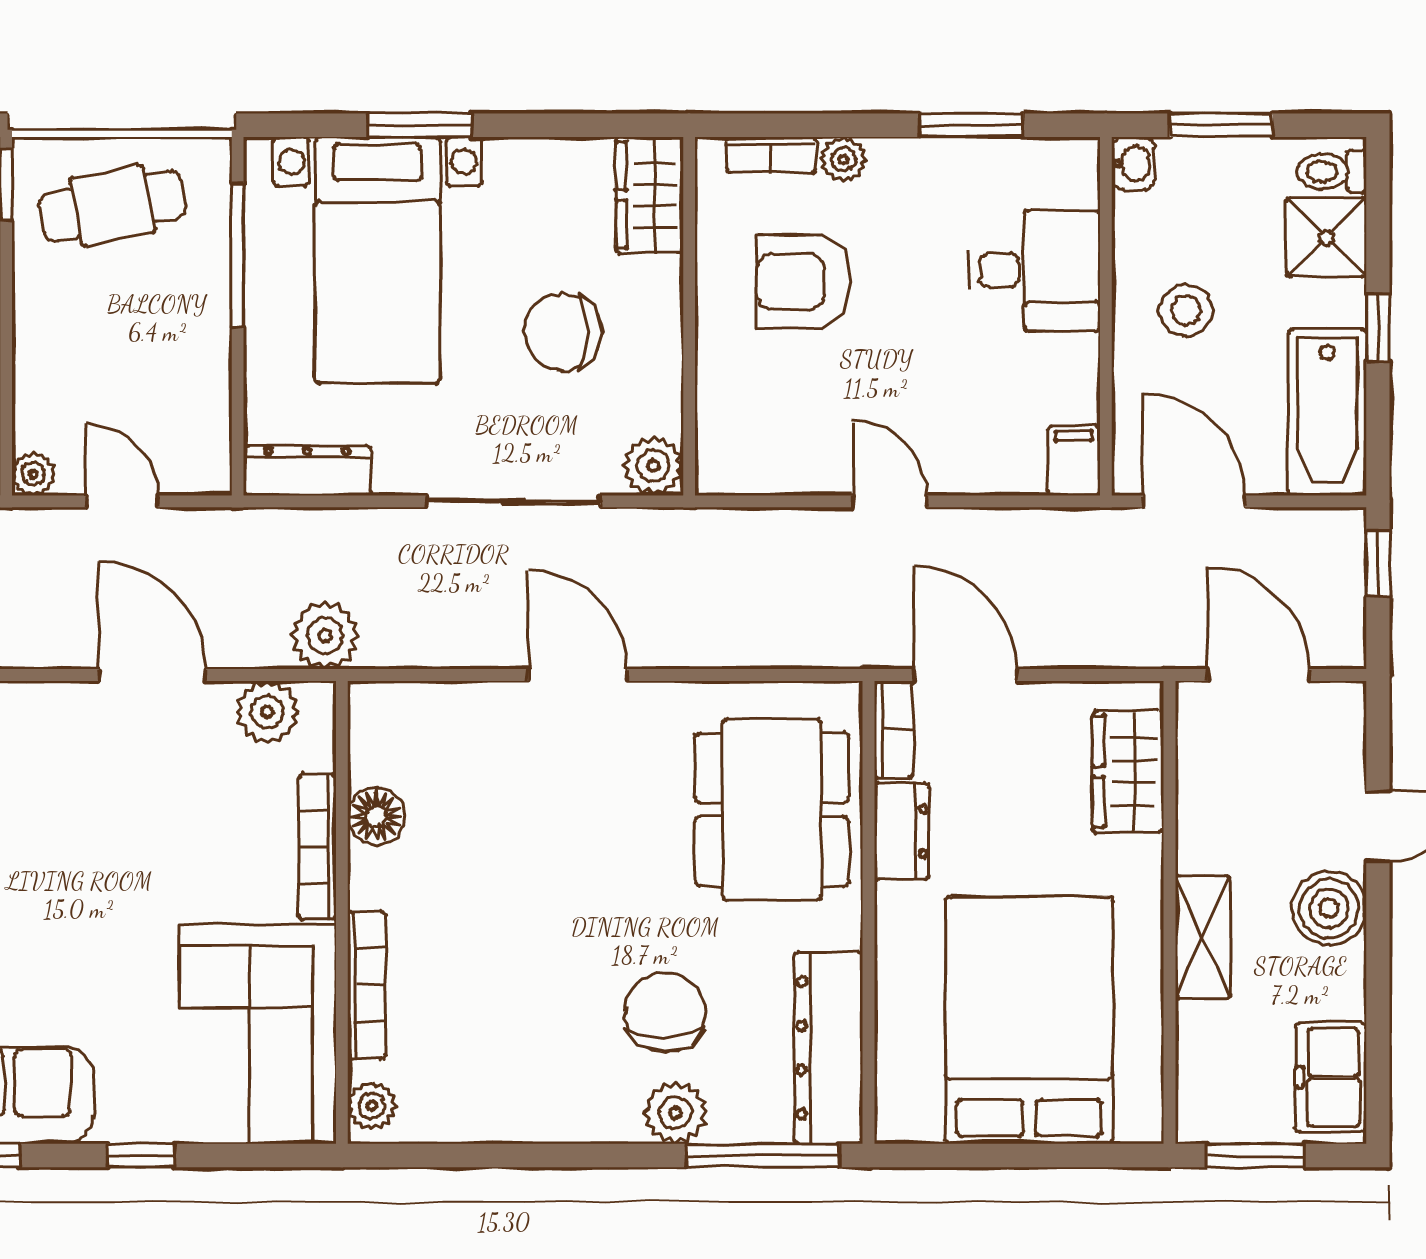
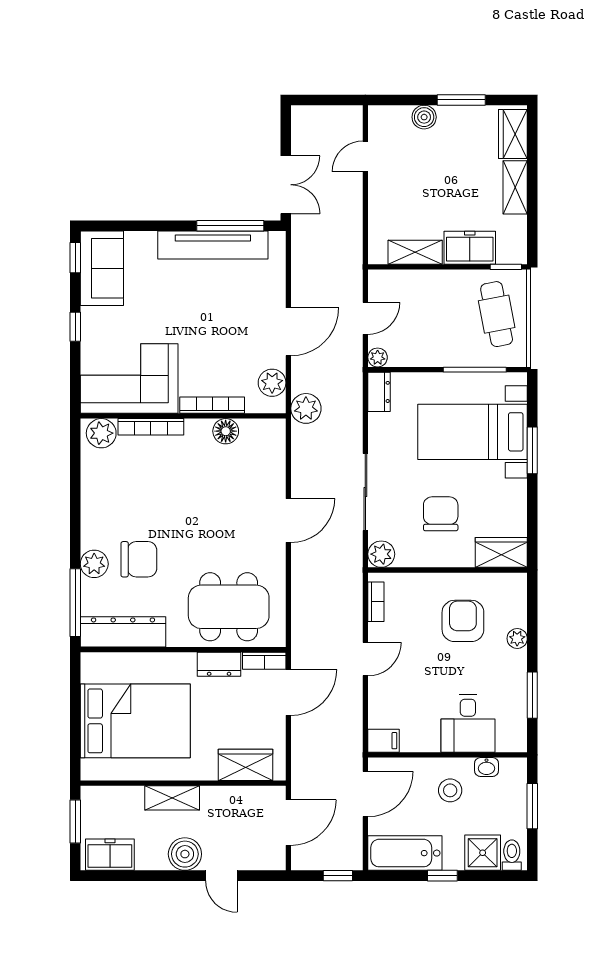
bookcase: (771, 155) -> (376, 602), moved, turned 180
washbasin: (1133, 163) -> (486, 767), moved
dresser: (307, 471) -> (379, 392), width x0.70
plant: (34, 474) -> (378, 357), moved
plant: (372, 1106) -> (101, 433), width x1.38, depth x1.38

